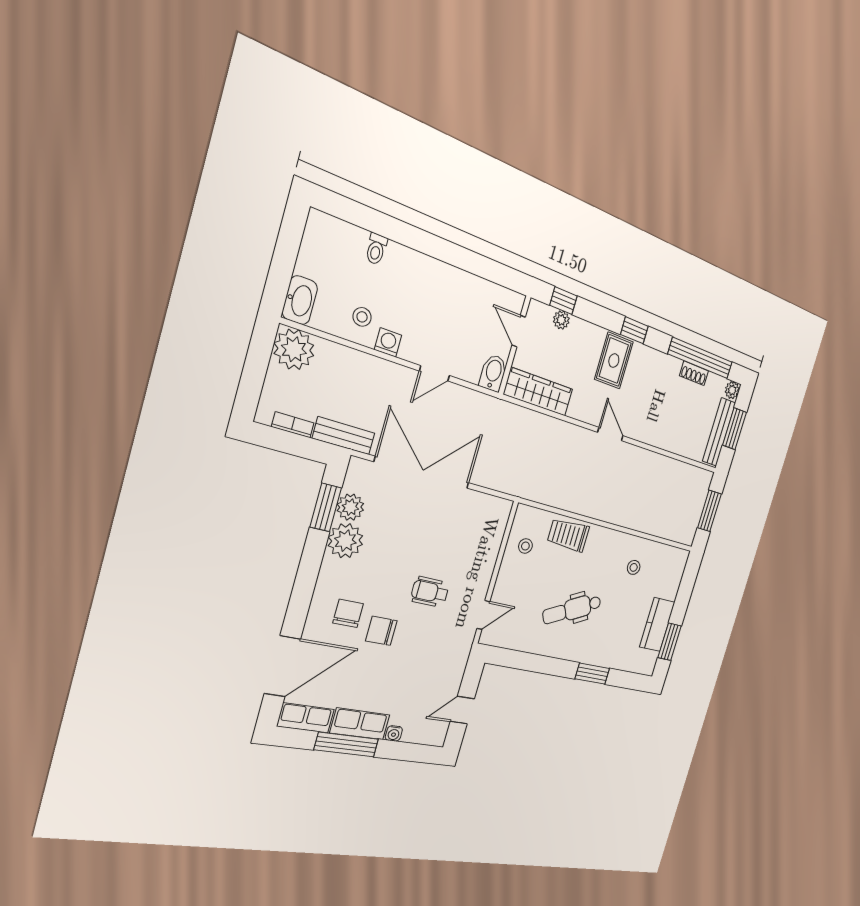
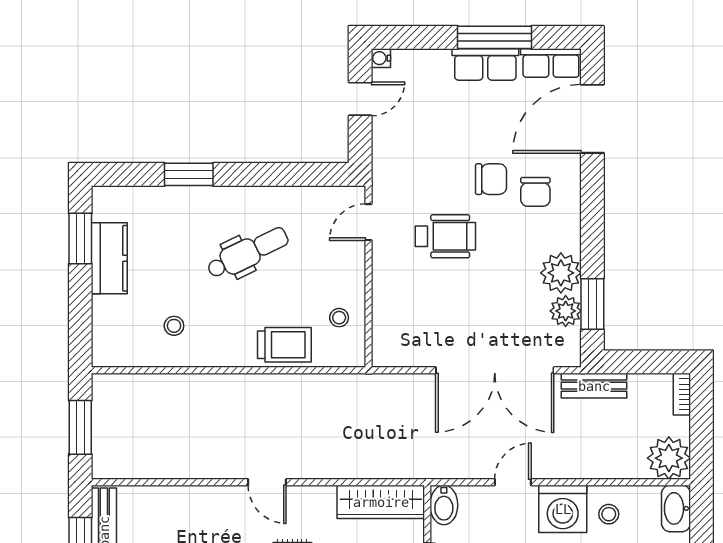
washing machine: (388, 342) -> (563, 509), width x1.89, depth x1.89
bookcase: (293, 425) -> (682, 394), moved, turned 90
wheelchair: (430, 592) -> (445, 236), width x1.36, depth x1.37
water cooler: (394, 733) -> (381, 58), moved, turned -90

